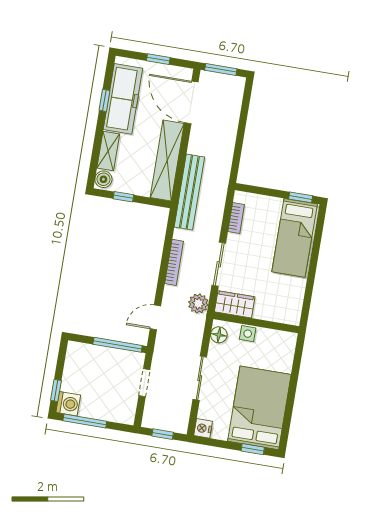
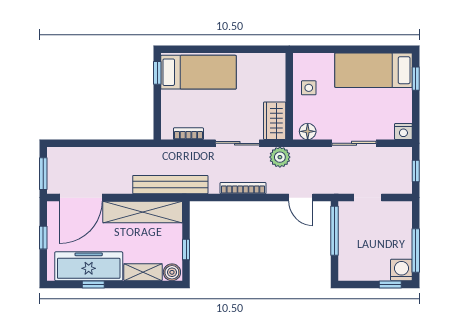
side table: (248, 334) -> (309, 88), moved
bed: (259, 408) -> (374, 70), width x0.67

